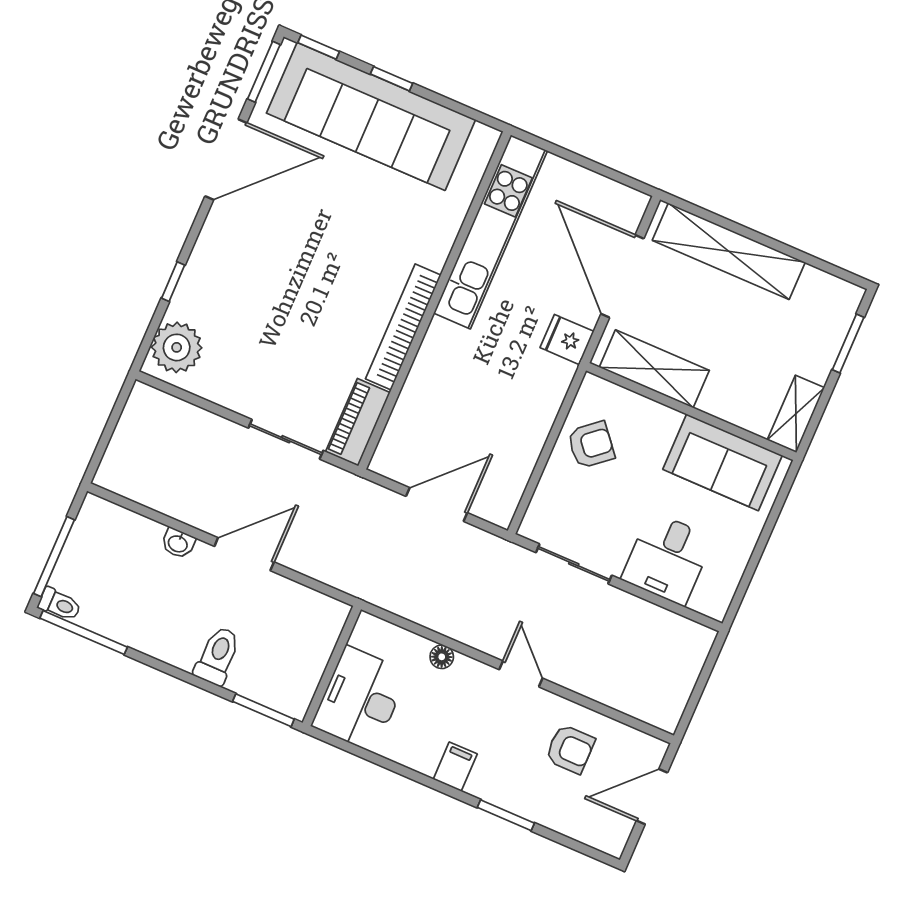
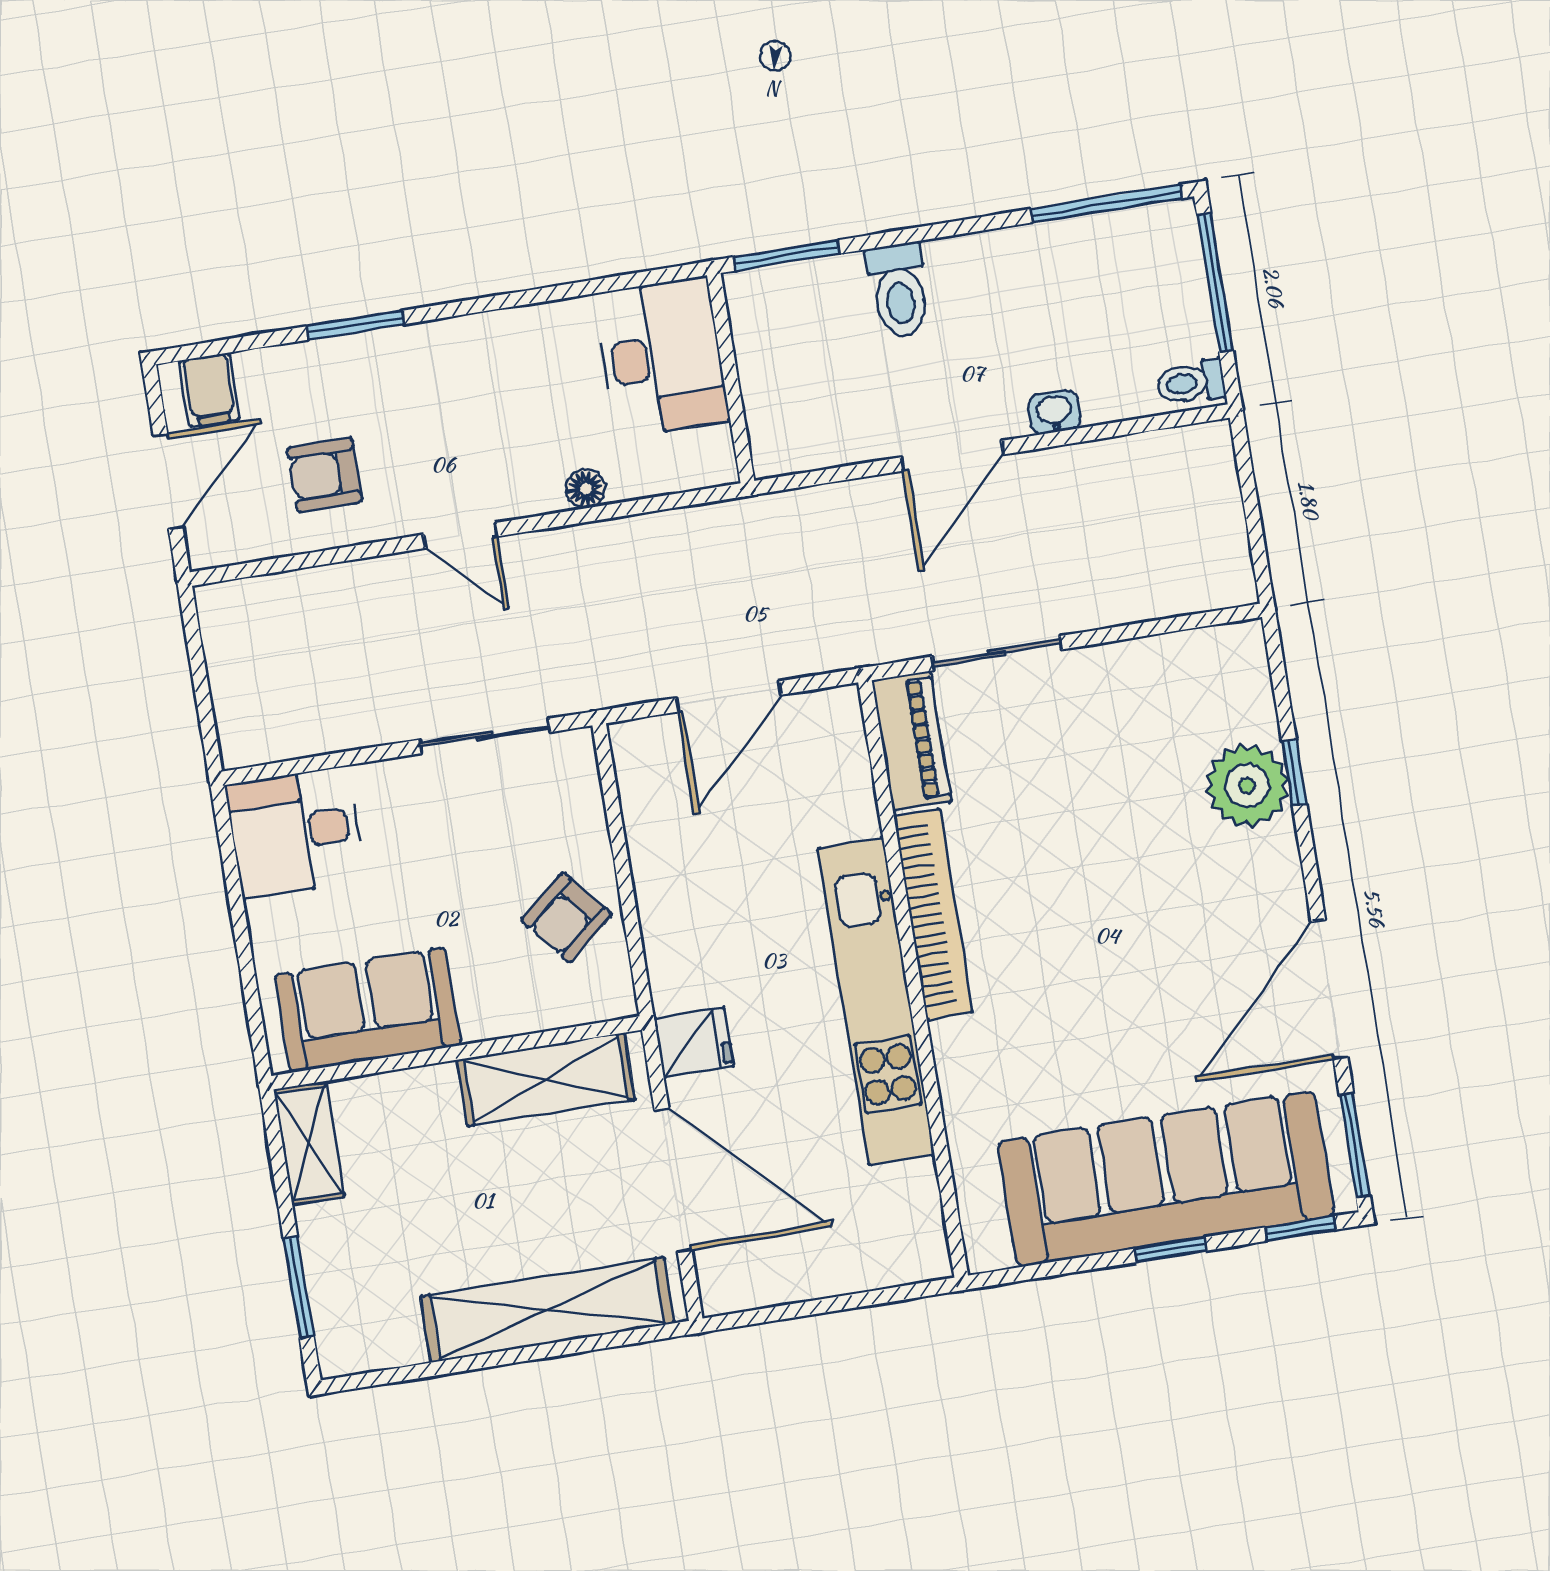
kitchen unit: (491, 232) -> (876, 1001), moved
plant: (177, 347) -> (1247, 785), moved
desk: (667, 559) -> (295, 832), moved, turned -90
toilet: (60, 604) -> (1191, 382), moved
filing cabinet: (455, 767) -> (210, 390), moved

